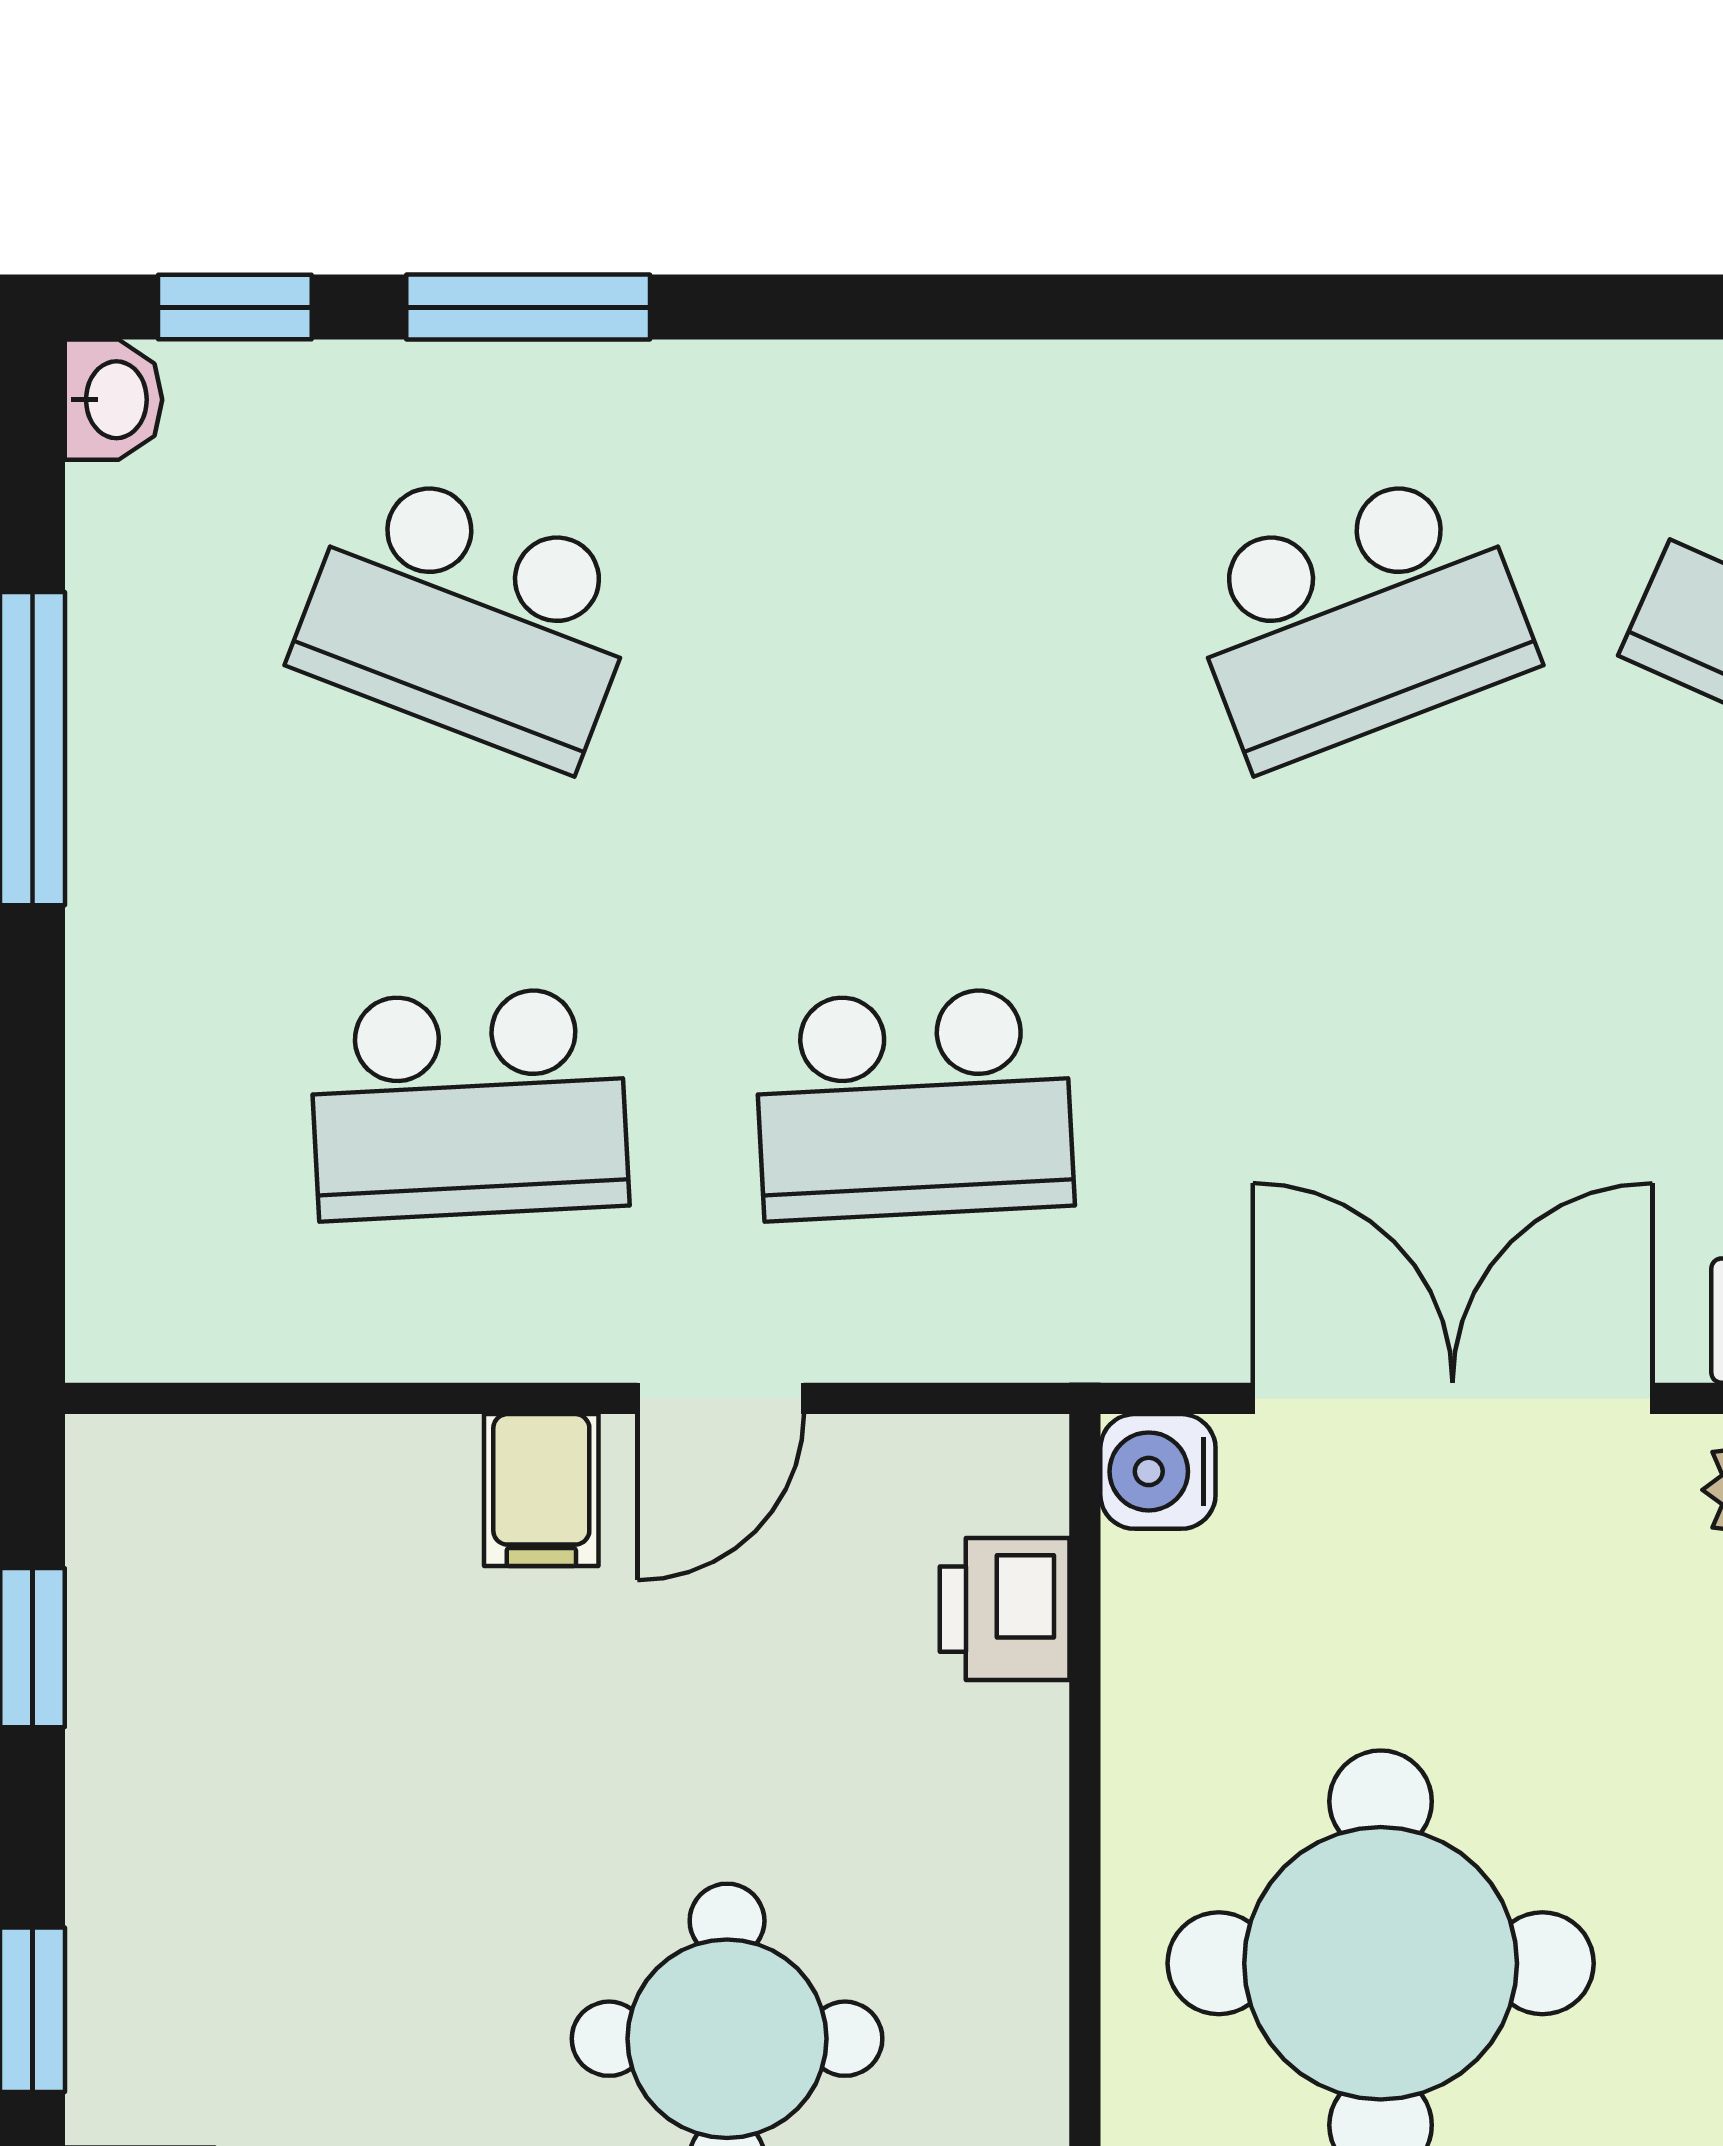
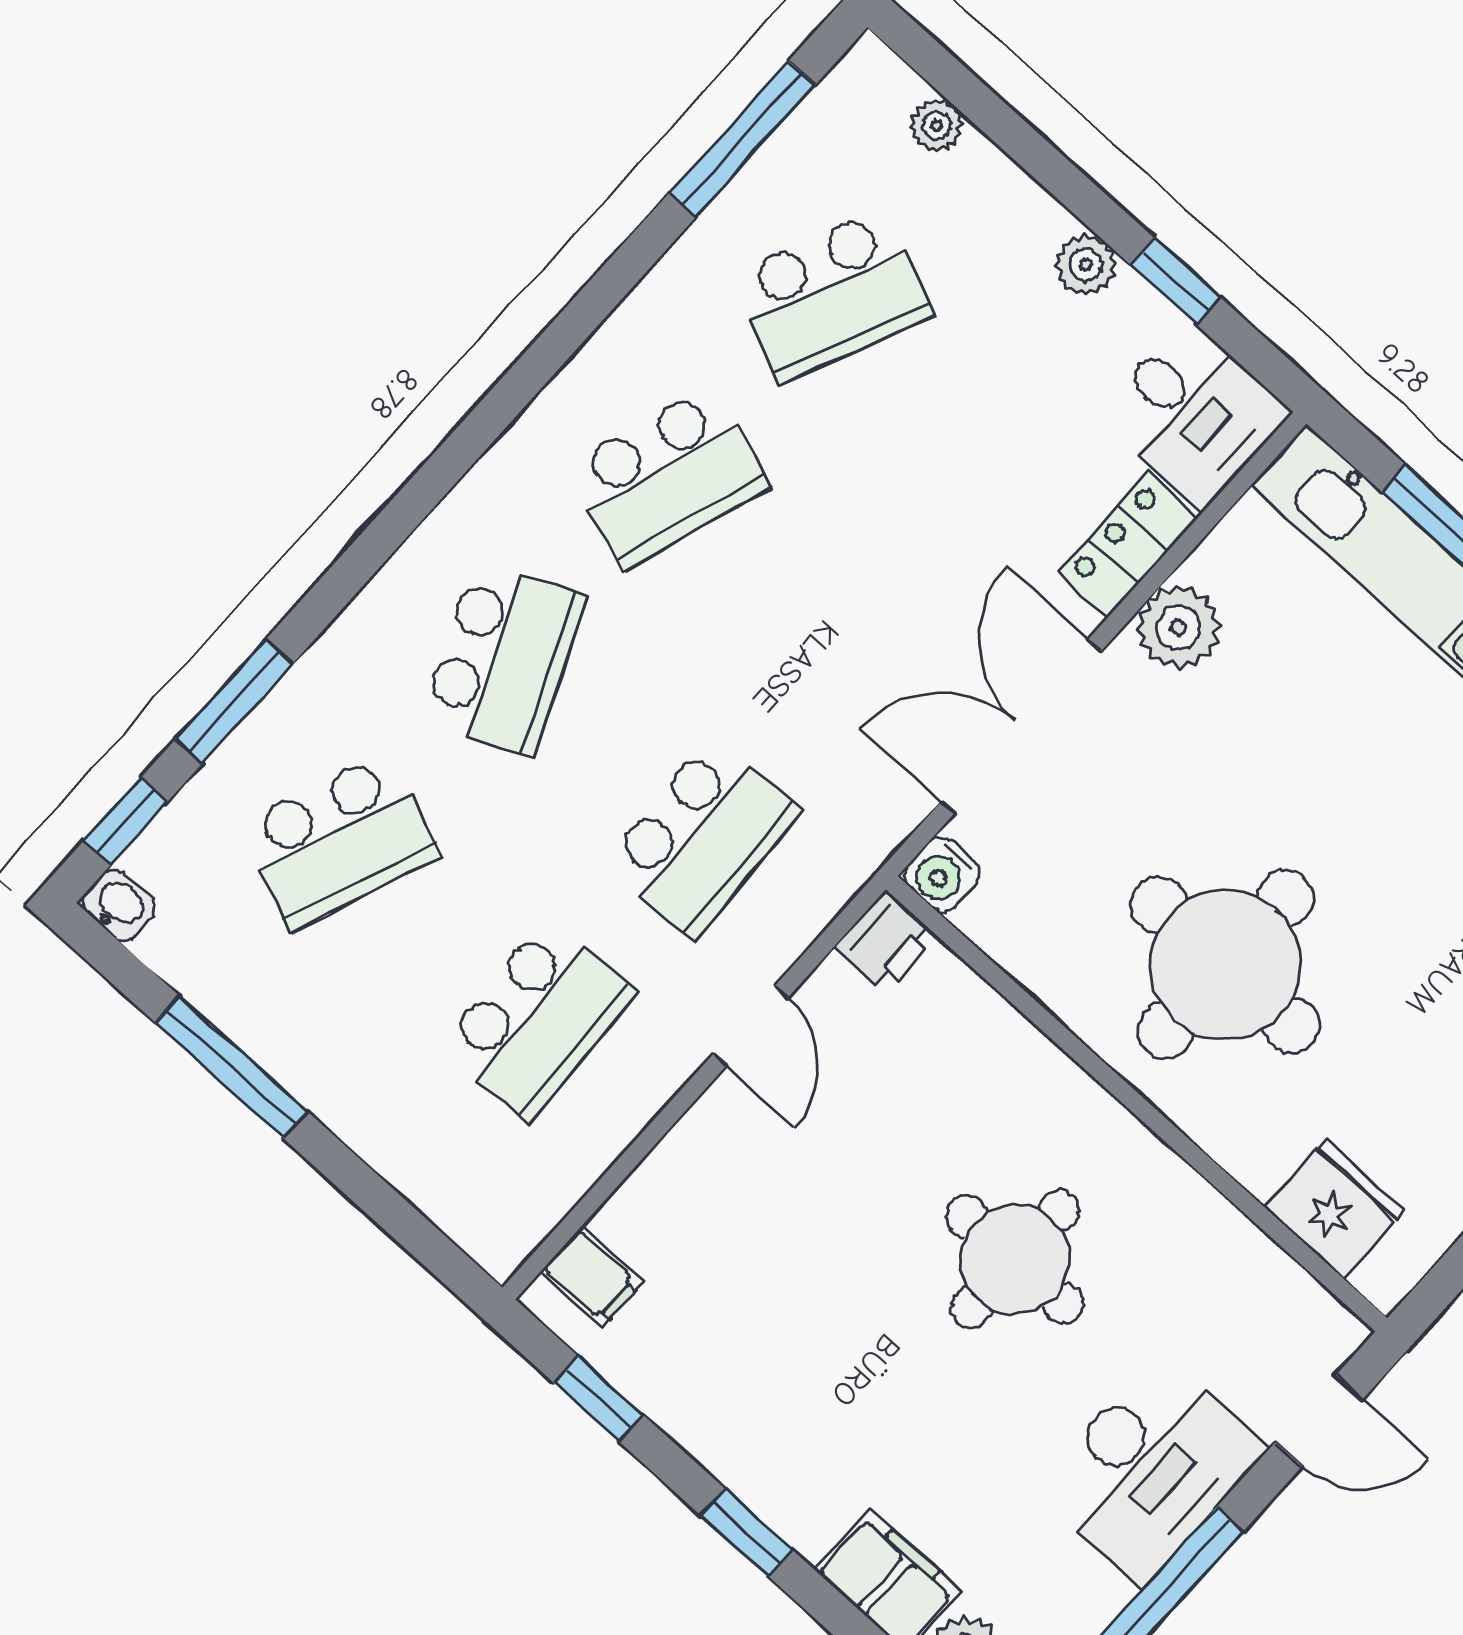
school desk: (914, 618) -> (504, 659), added
school desk: (1359, 618) -> (668, 477), turned 39
filing cabinet: (541, 1490) -> (592, 1277), moved
printer: (1005, 1609) -> (886, 942), moved, turned -90

